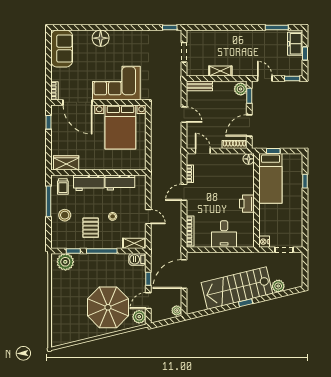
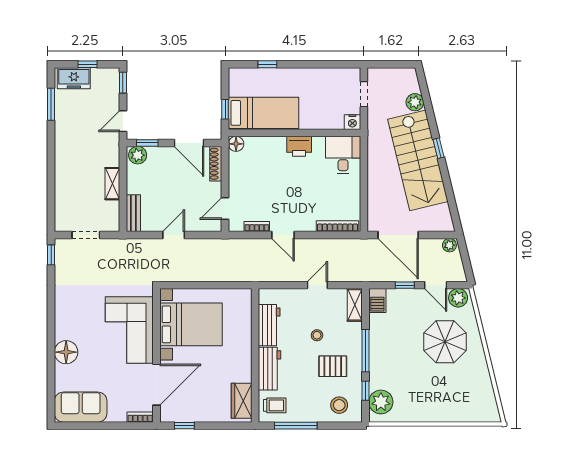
stool: (65, 215) -> (339, 405), moved
desk: (224, 234) -> (343, 155), moved, turned -90
parasol: (108, 307) -> (445, 342), width x0.73, depth x0.73

